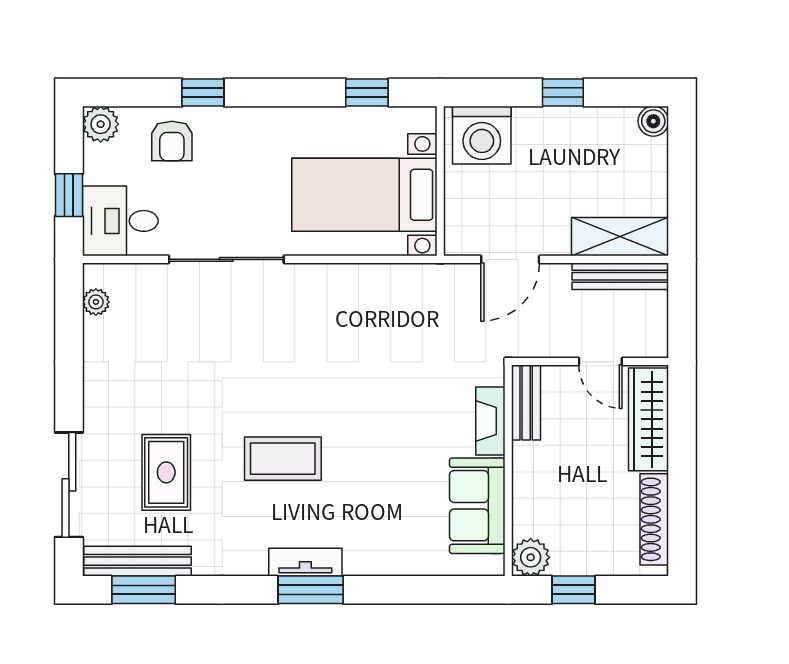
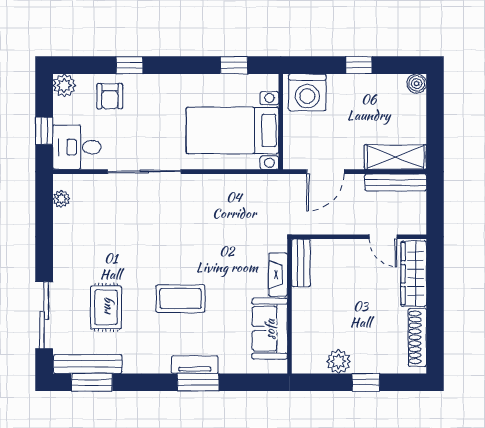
bench: (526, 403) -> (301, 263), moved
fireplace: (490, 421) -> (278, 275), moved
wall: (508, 471) -> (289, 306), moved
sofa: (477, 506) -> (270, 329), moved

